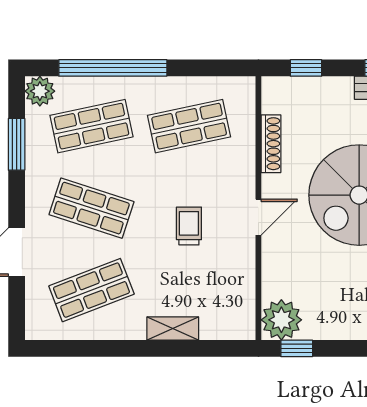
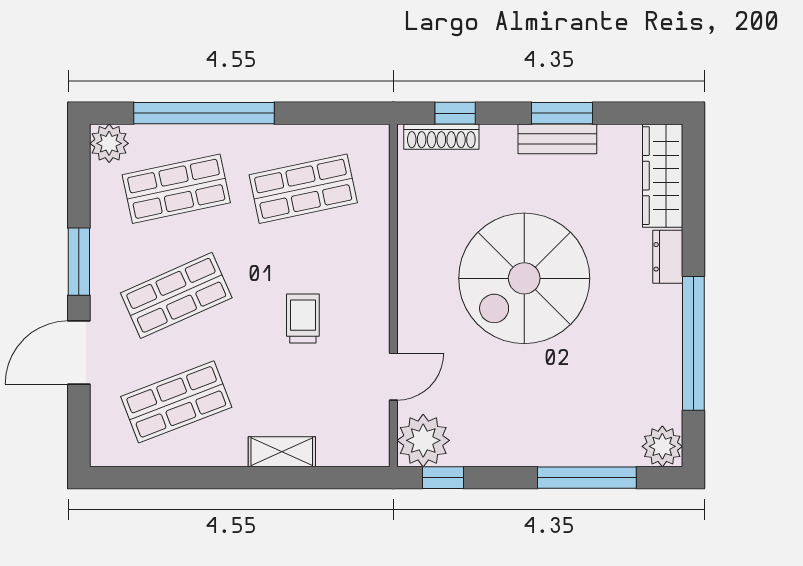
window: (17, 144) -> (79, 262), moved
shoe rack: (271, 144) -> (441, 137), moved, turned 90
shop shelf: (91, 208) -> (176, 295), turned -42
door: (258, 217) -> (393, 377), moved

